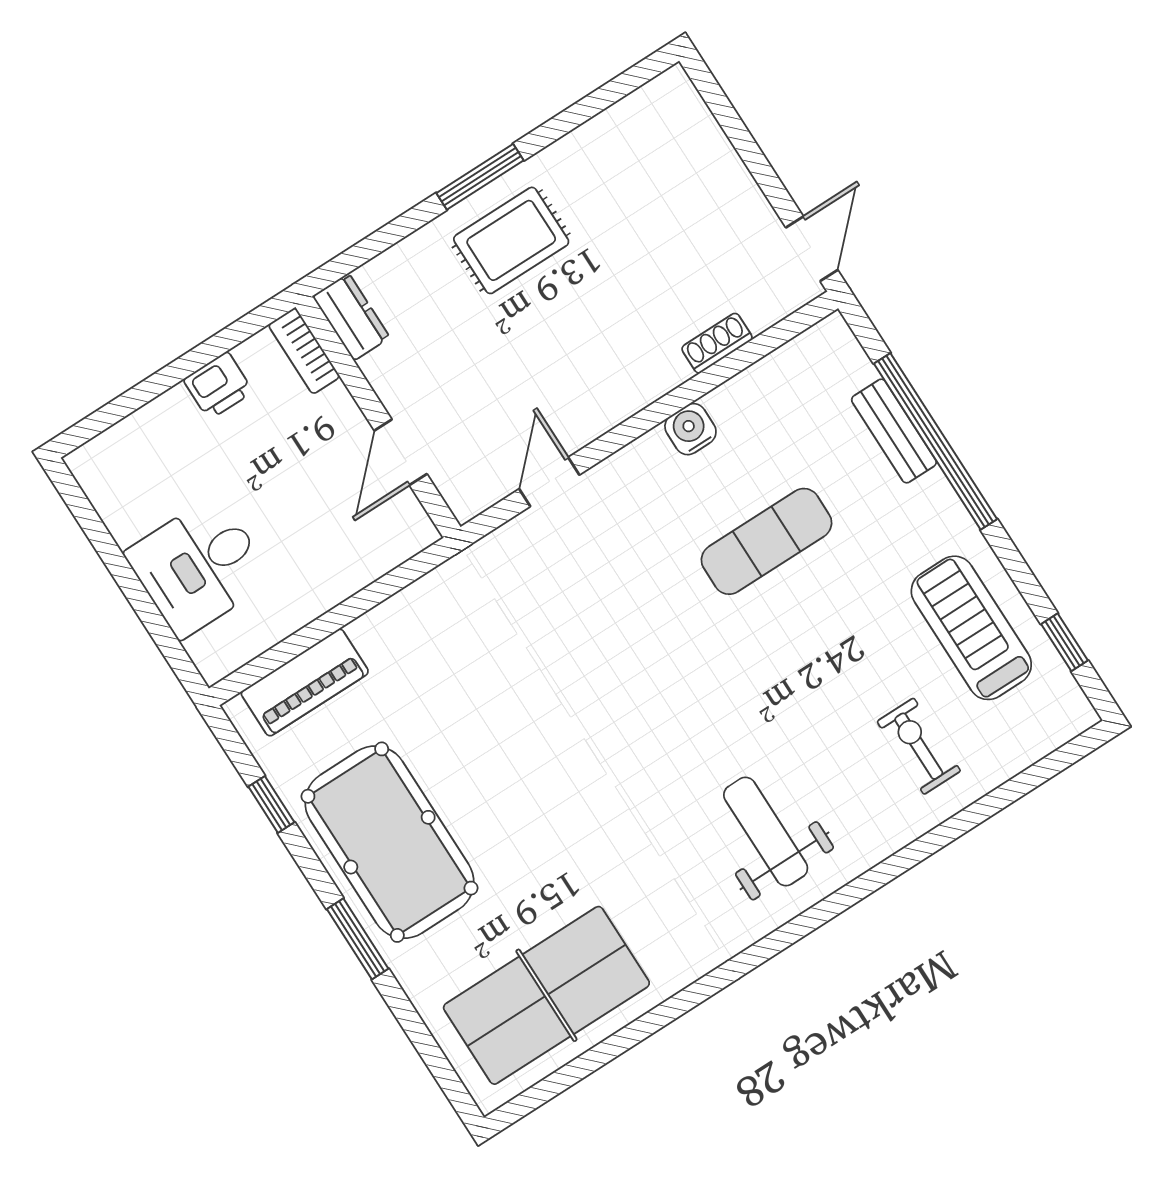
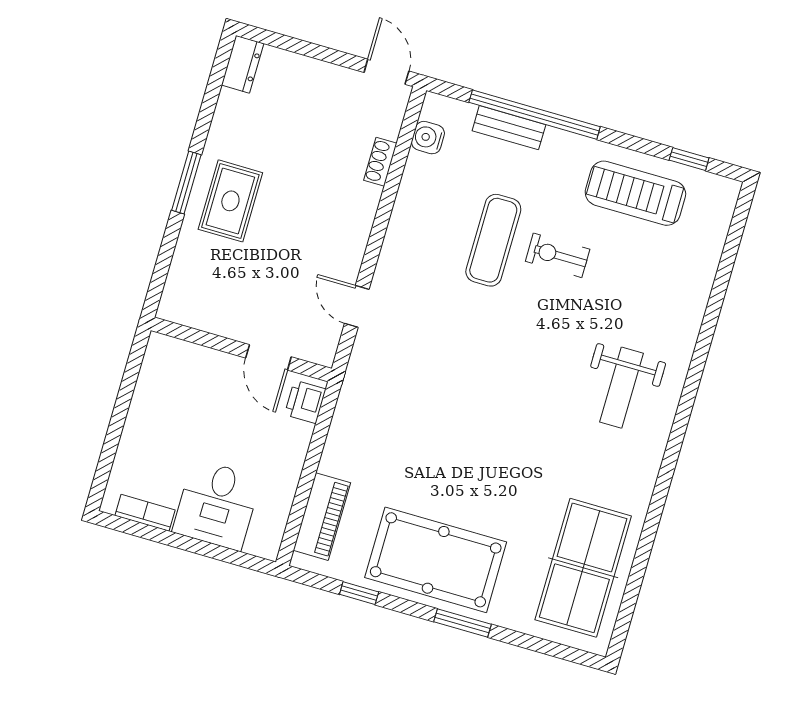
dresser: (351, 317) -> (243, 64), moved, turned 90
bookcase: (304, 351) -> (145, 513), moved, turned 180
printer: (218, 386) -> (305, 402), moved, turned 180
water cooler: (690, 429) -> (428, 138), moved
exercise bike: (919, 746) -> (558, 255), moved
weight bench: (766, 831) -> (622, 388), turned -90

